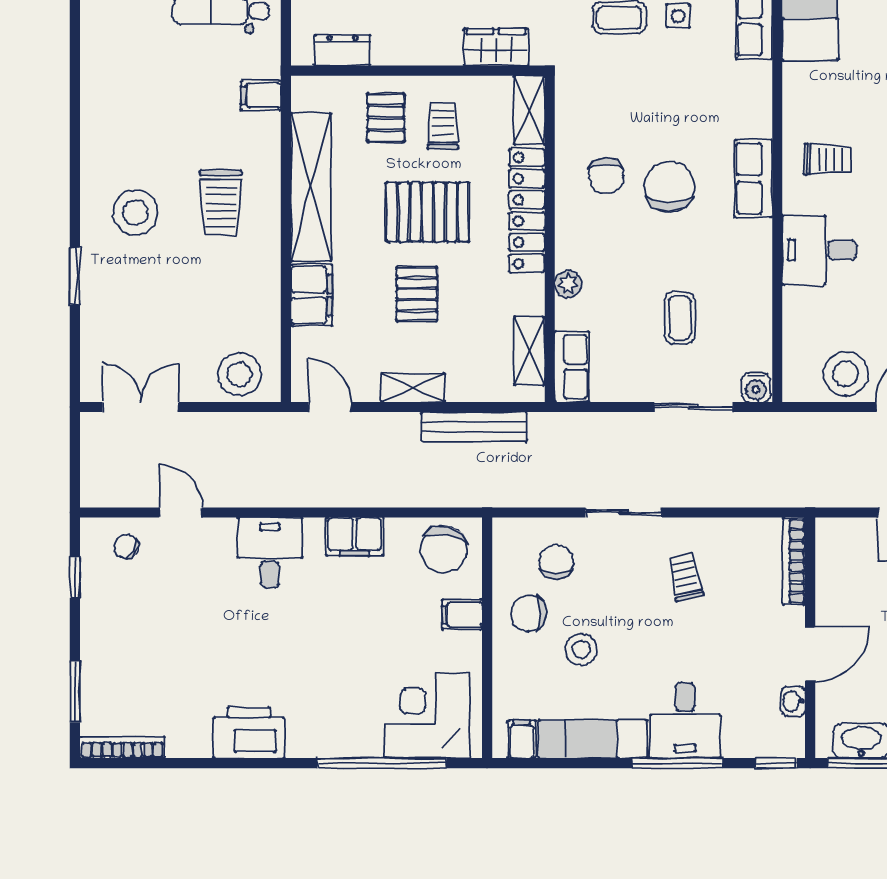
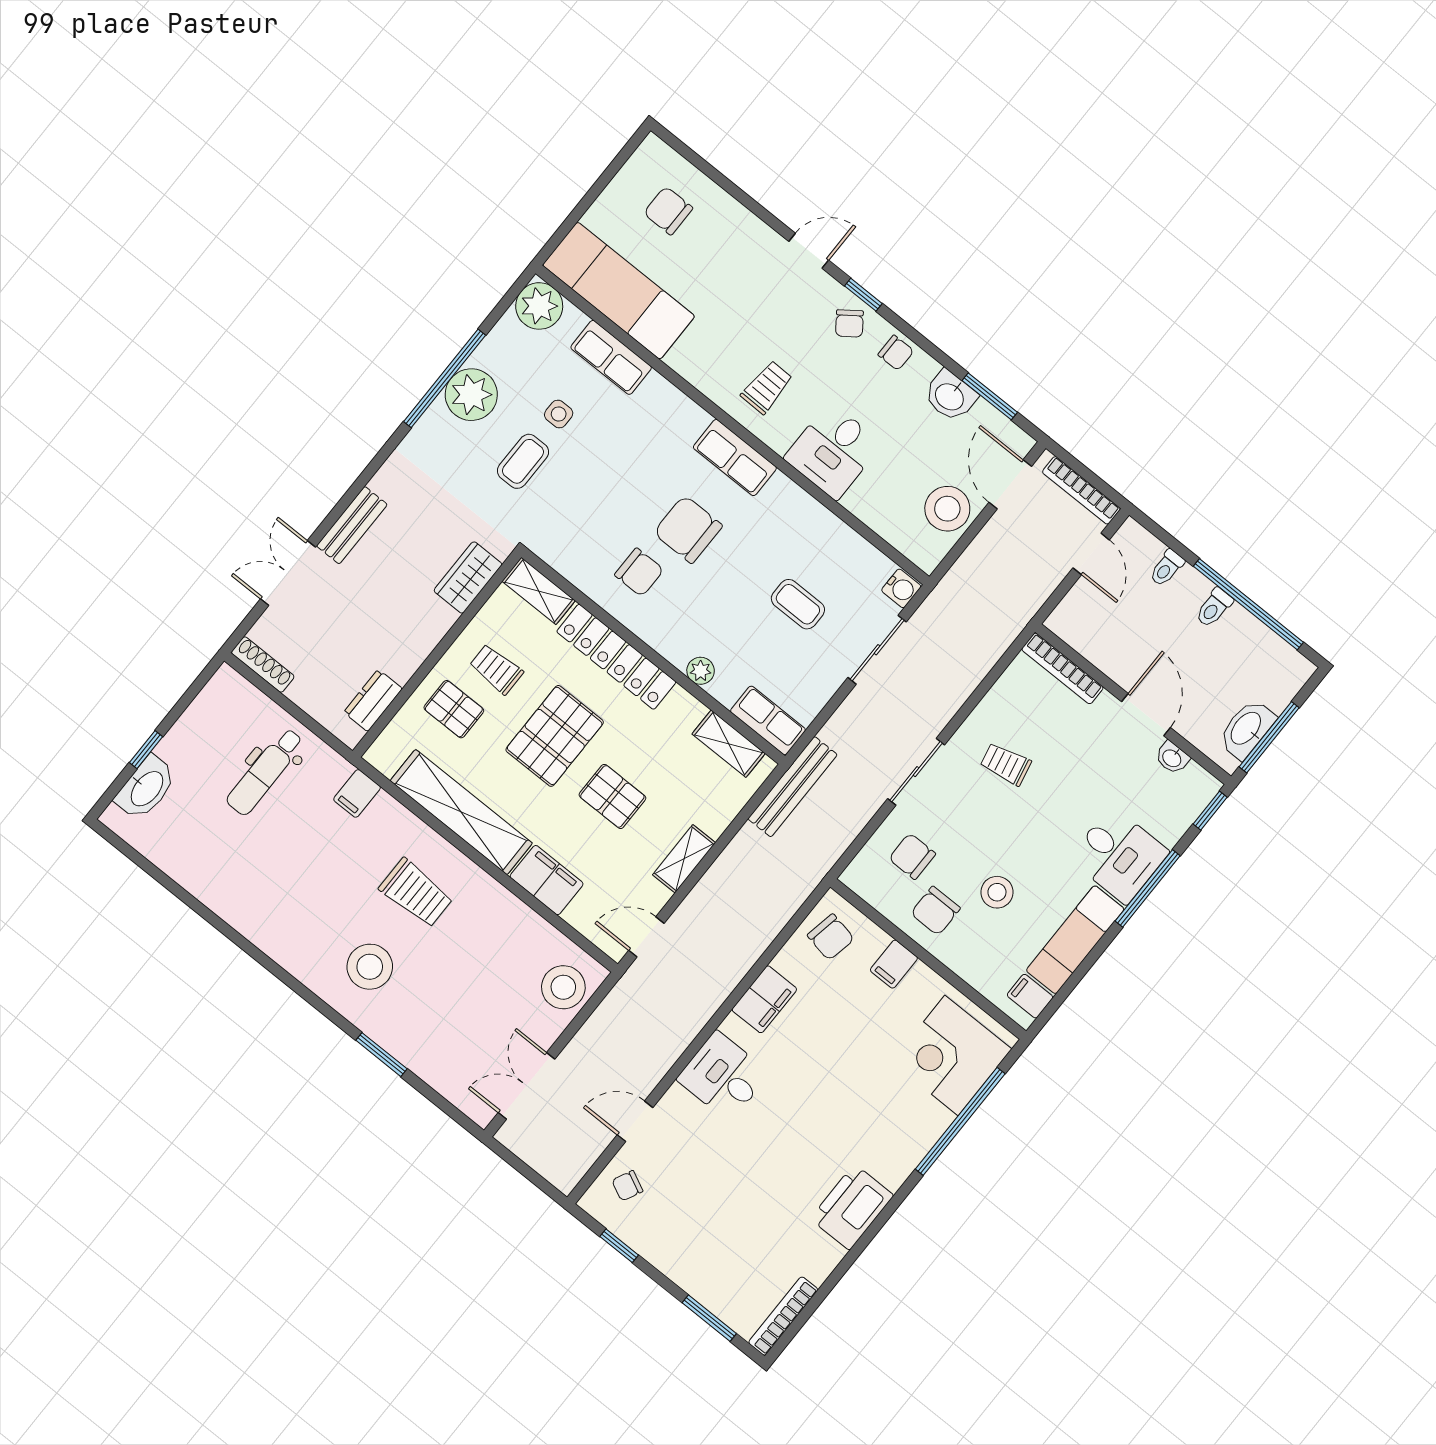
bench: (474, 427) -> (793, 787), moved
chair: (444, 549) -> (831, 937), width x0.73, depth x0.73

